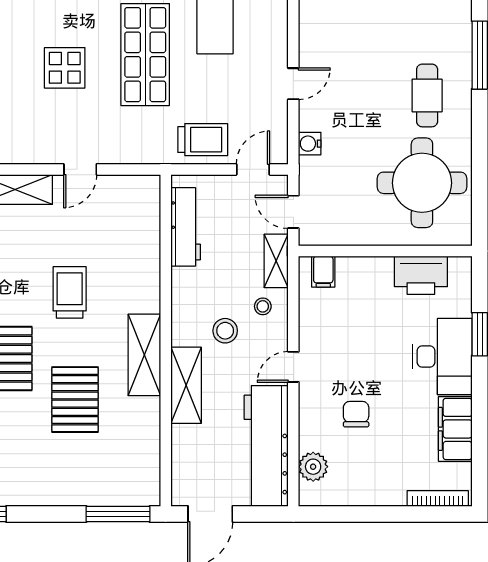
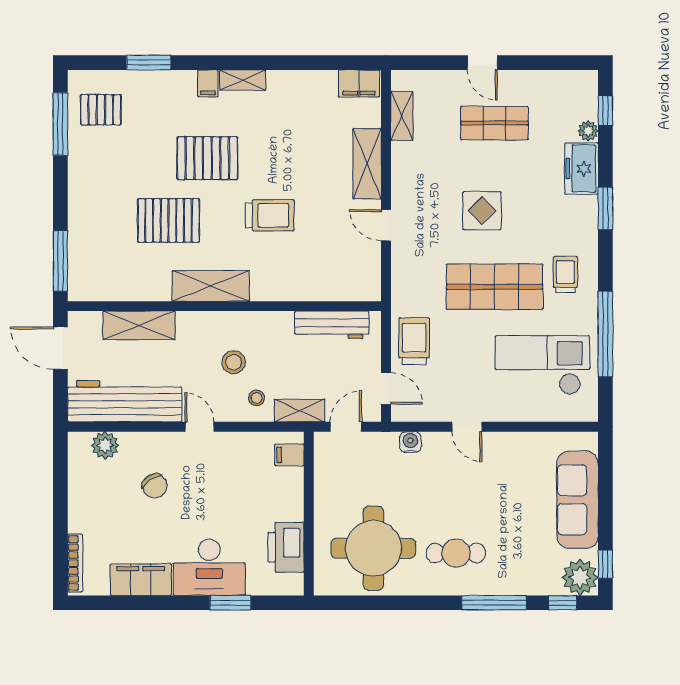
trolley: (203, 140) -> (414, 341), turned 180
shelving: (186, 385) -> (139, 325), moved
chair: (356, 414) -> (155, 486), turned 56

